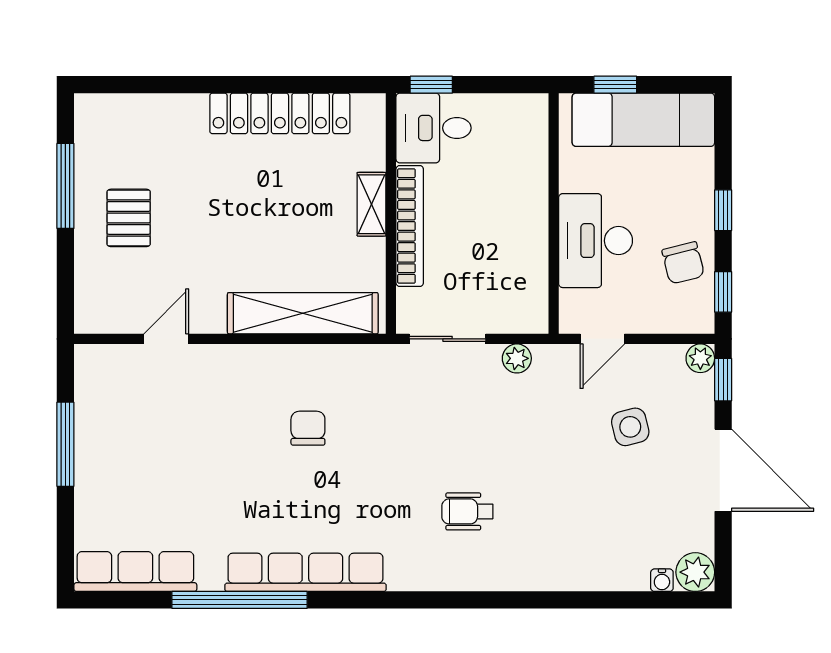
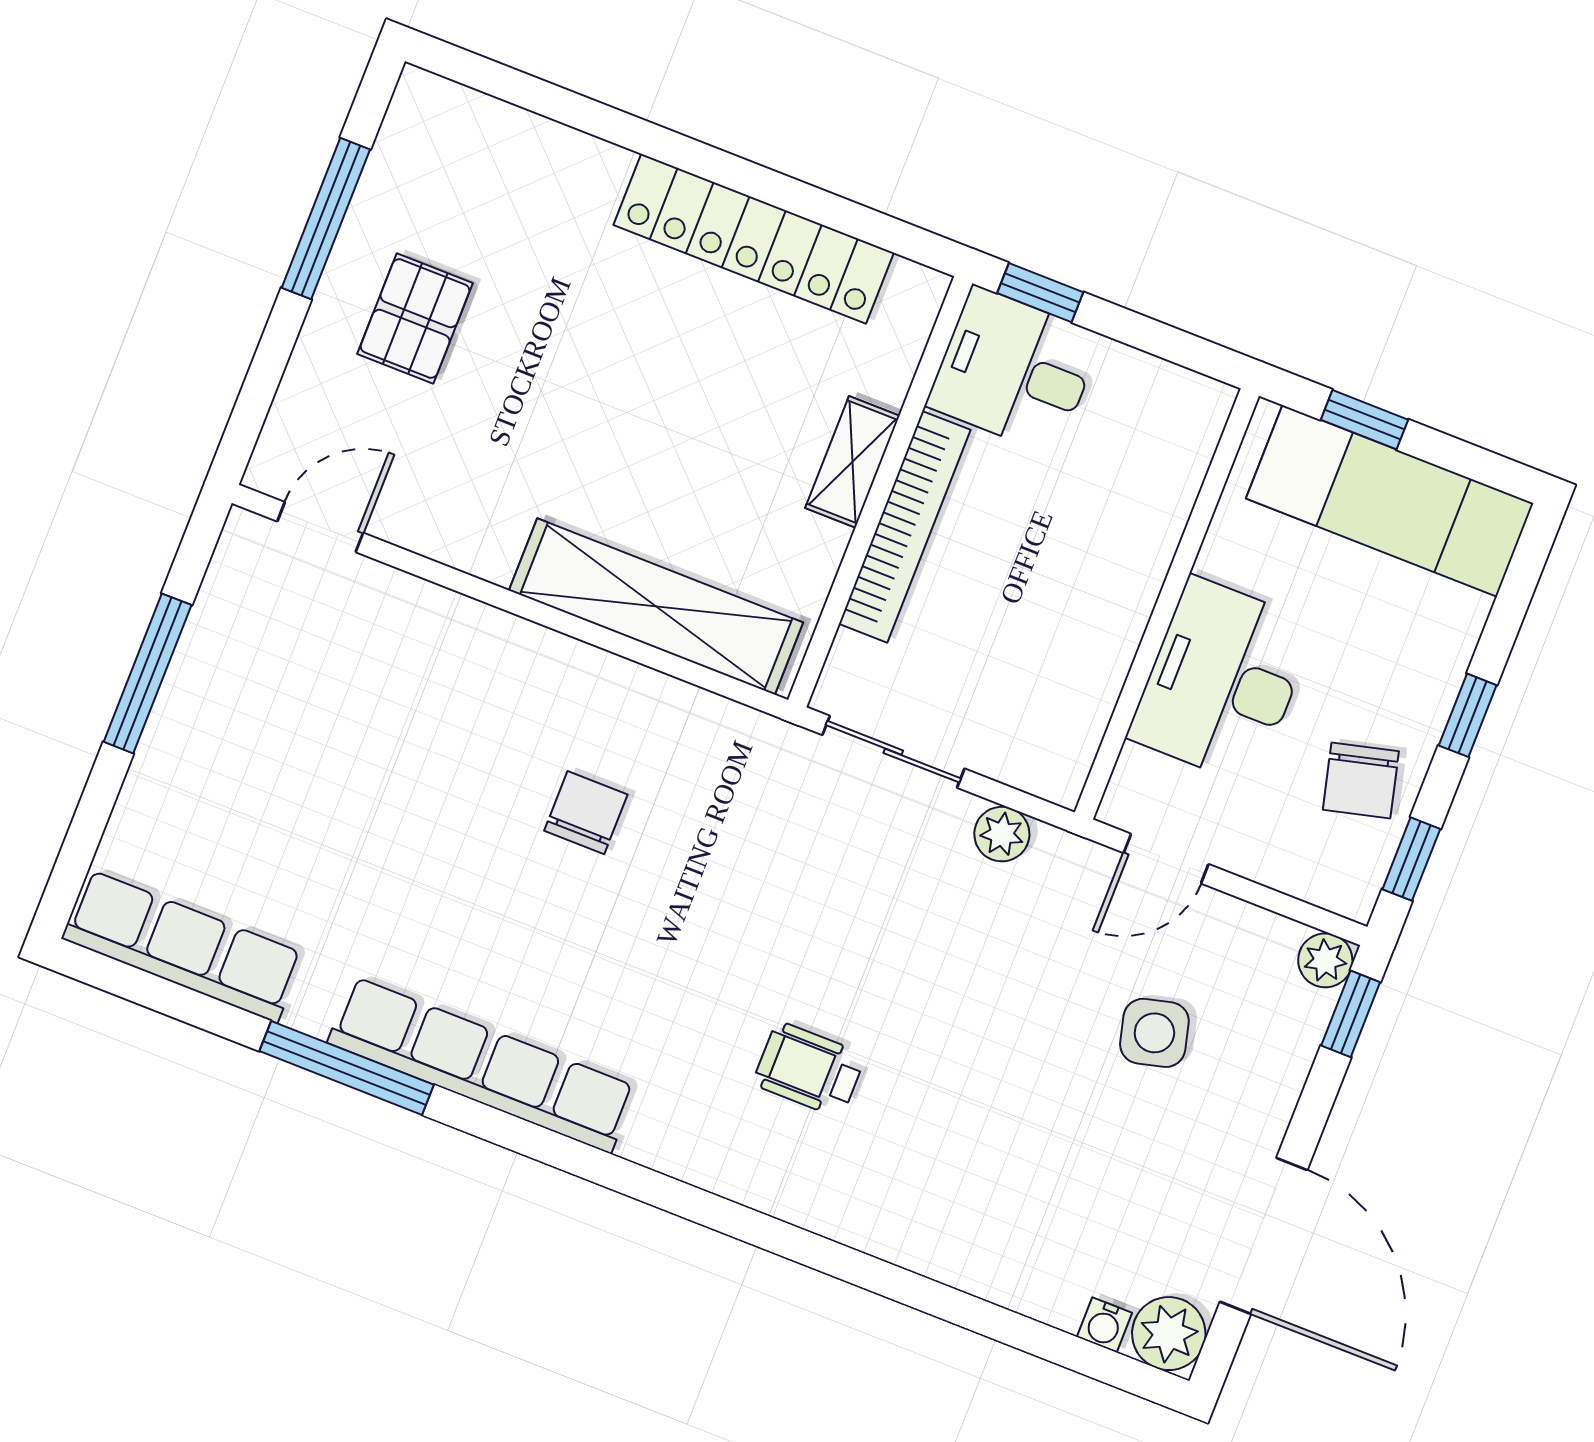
door: (166, 339) -> (320, 527), moved
door: (723, 470) -> (1264, 1236), moved
window: (240, 600) -> (347, 1068), width x0.68

